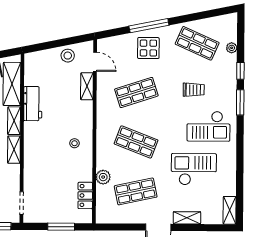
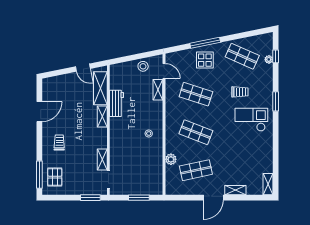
window: (240, 71) -> (276, 56), moved
shop shelf: (136, 92) -> (196, 94), turned 36
checkout: (208, 126) -> (251, 120), turned 180
shelving: (14, 150) -> (102, 159), moved
checkout: (194, 169) -> (240, 153), removed
locker: (85, 195) -> (157, 174), removed

